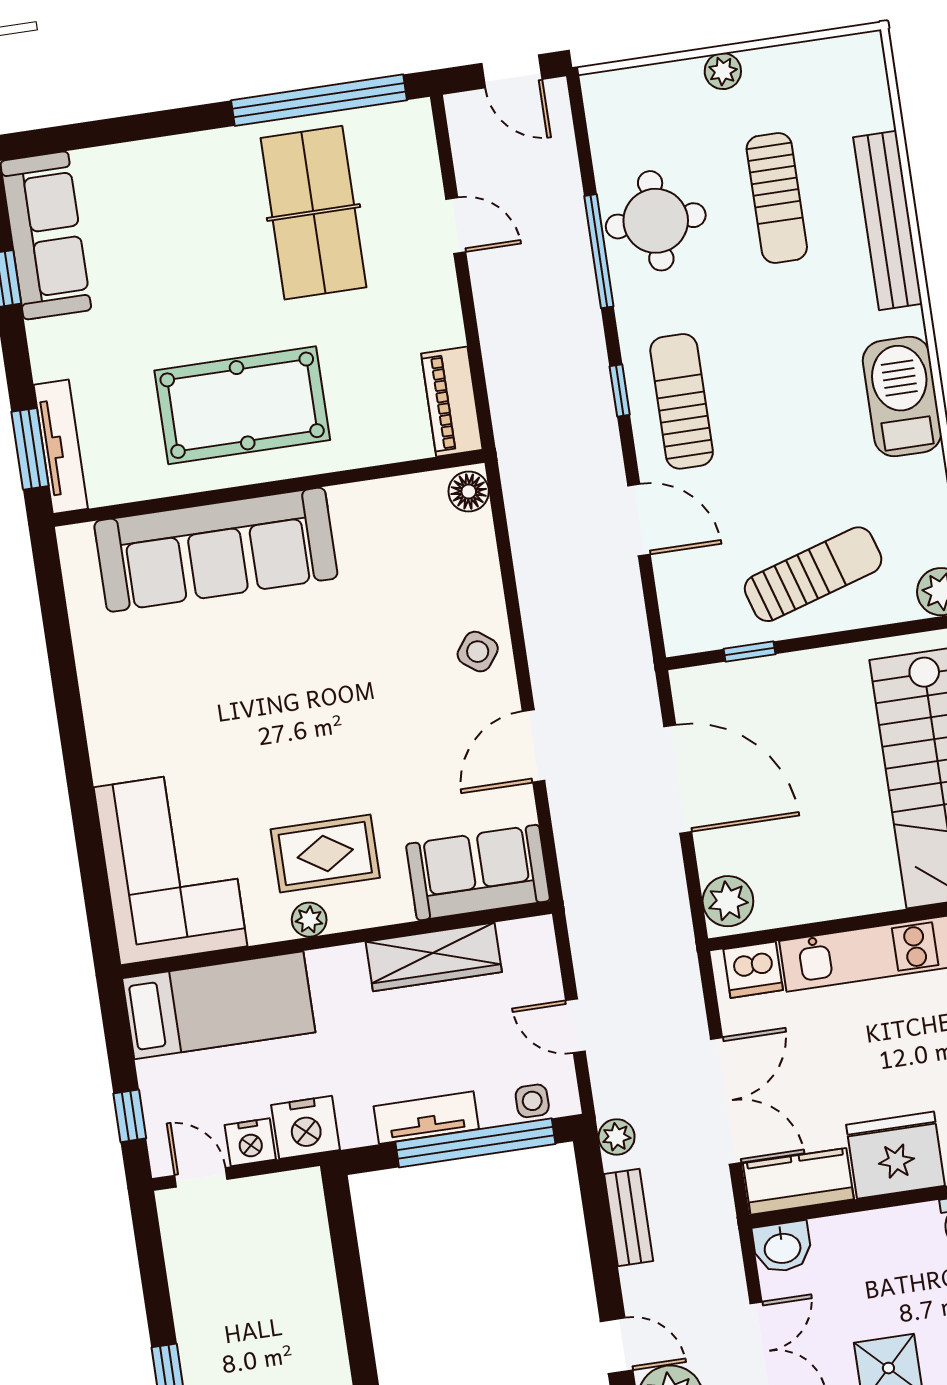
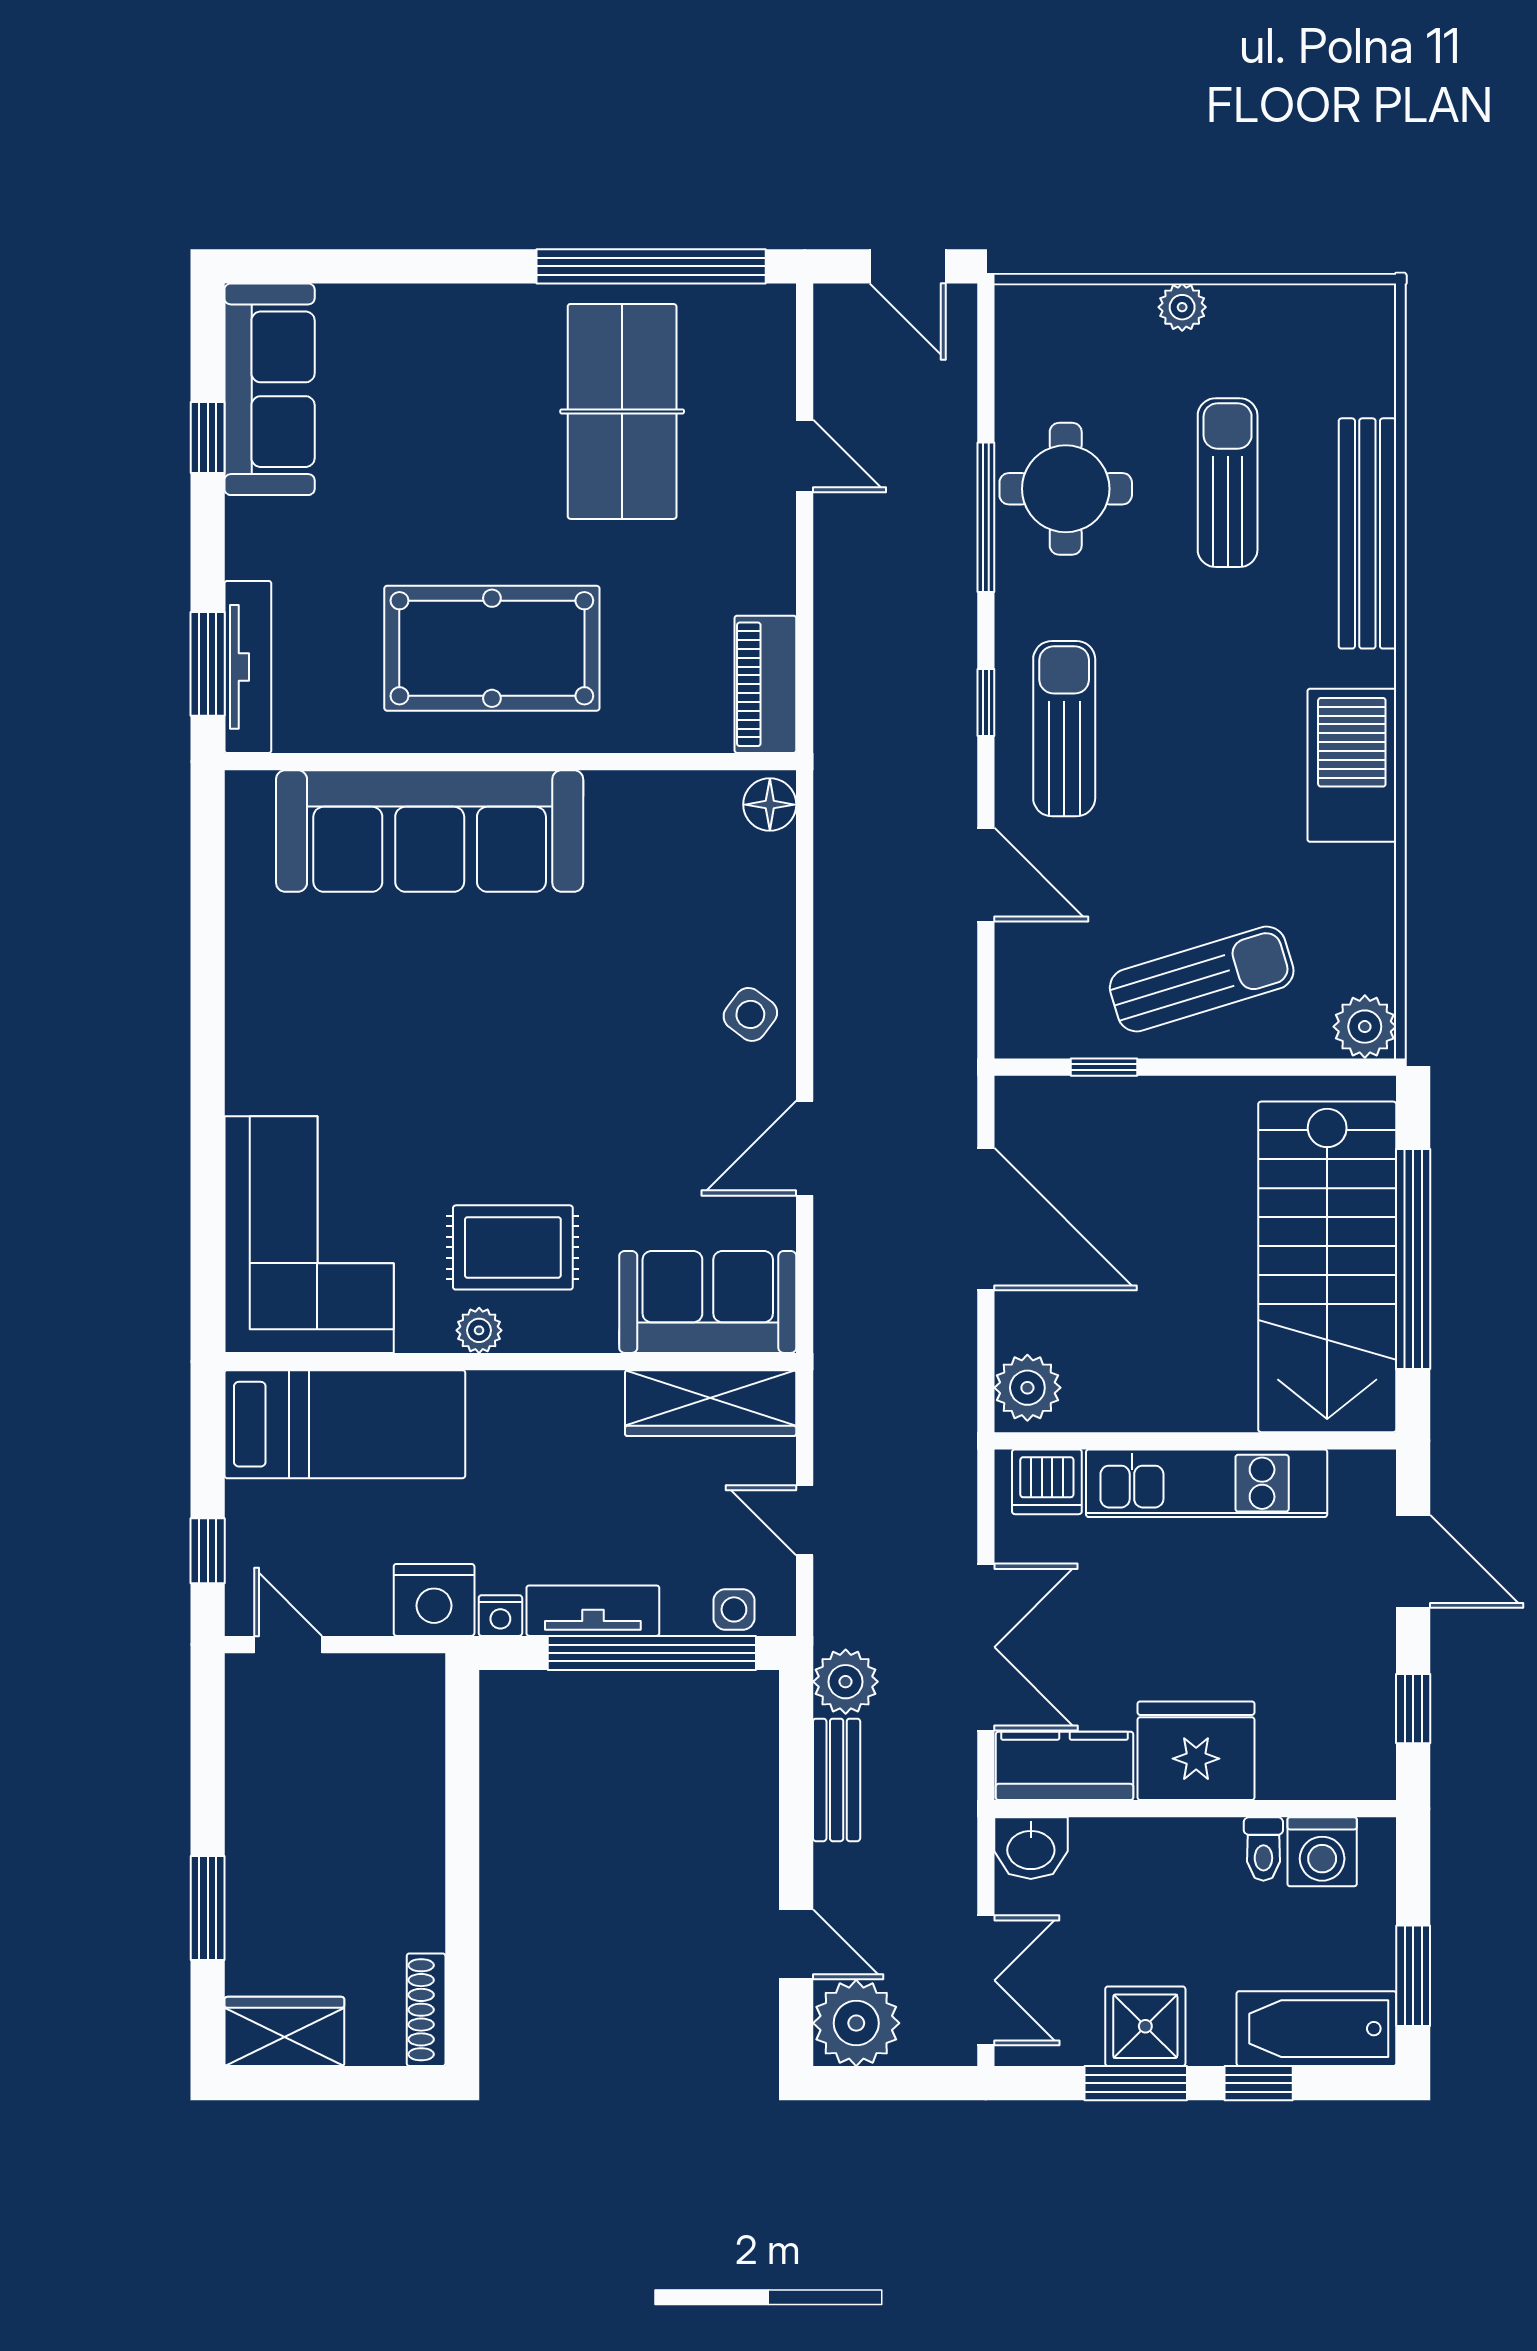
sun lounger: (777, 198) -> (1228, 483), turned 180
wardrobe: (434, 957) -> (711, 1403), moved
plant: (617, 1137) -> (846, 1682), width x1.38, depth x1.38
nightstand: (250, 1142) -> (500, 1616), moved, width x0.72, depth x0.74

